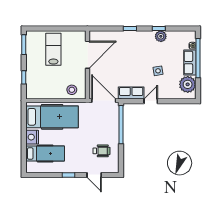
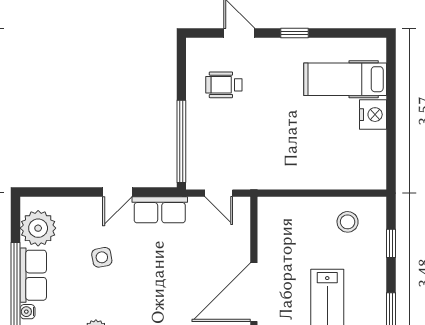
stool: (72, 90) -> (348, 222), moved
door: (104, 101) -> (219, 193), width x0.53
hospital bed: (52, 117) -> (330, 158), removed

